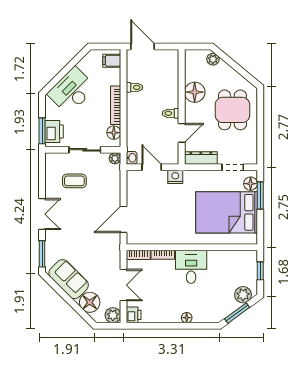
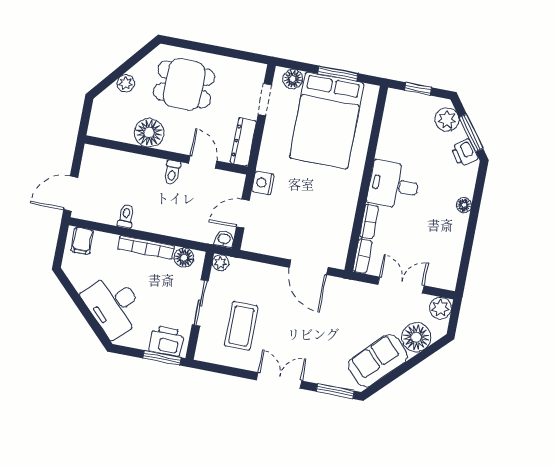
plant: (213, 59) -> (126, 83), moved
coffee table: (74, 181) -> (241, 326), width x1.36, depth x1.30
window: (260, 196) -> (338, 74), moved
printer: (134, 315) -> (464, 153), moved, turned -126

